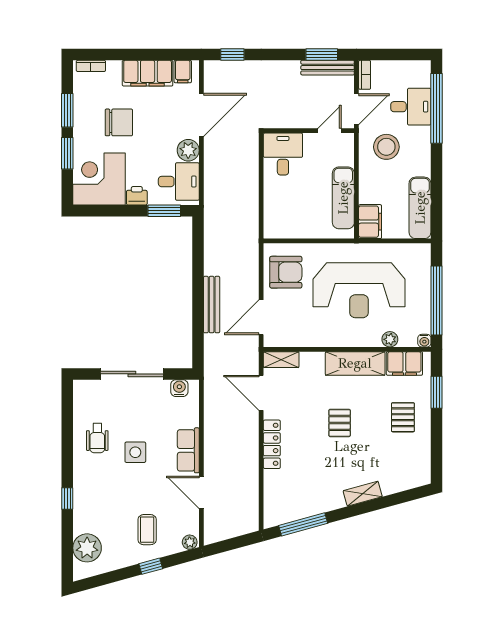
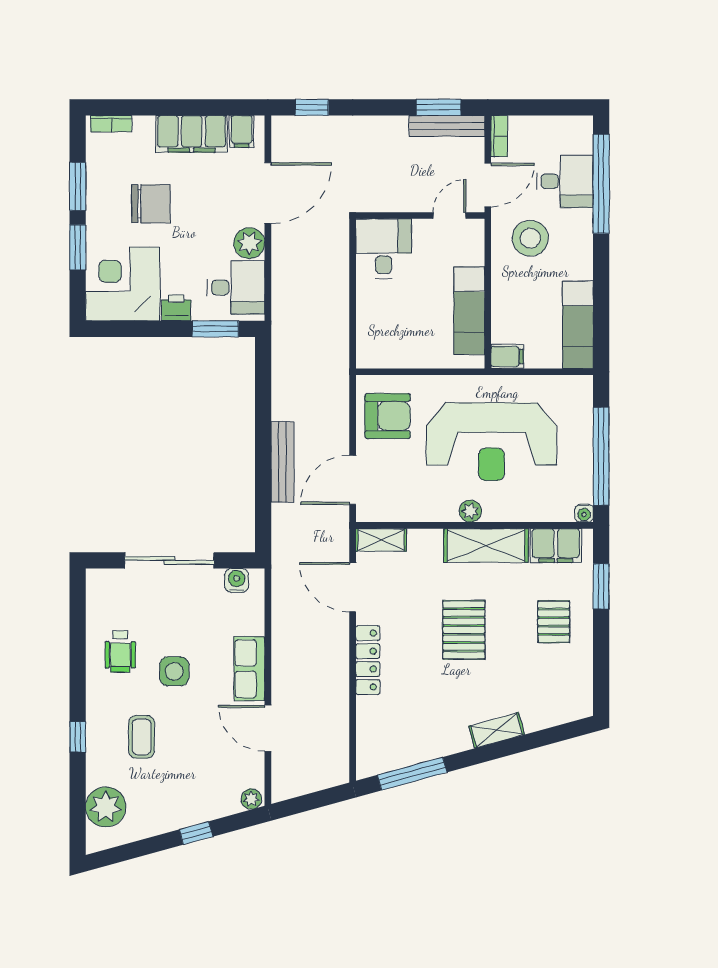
filing cabinet: (370, 222) -> (507, 356), width x0.50
plant: (390, 339) -> (470, 511), moved
pallet: (340, 423) -> (464, 630), width x1.50, depth x1.42
coffee table: (147, 530) -> (142, 737), moved

